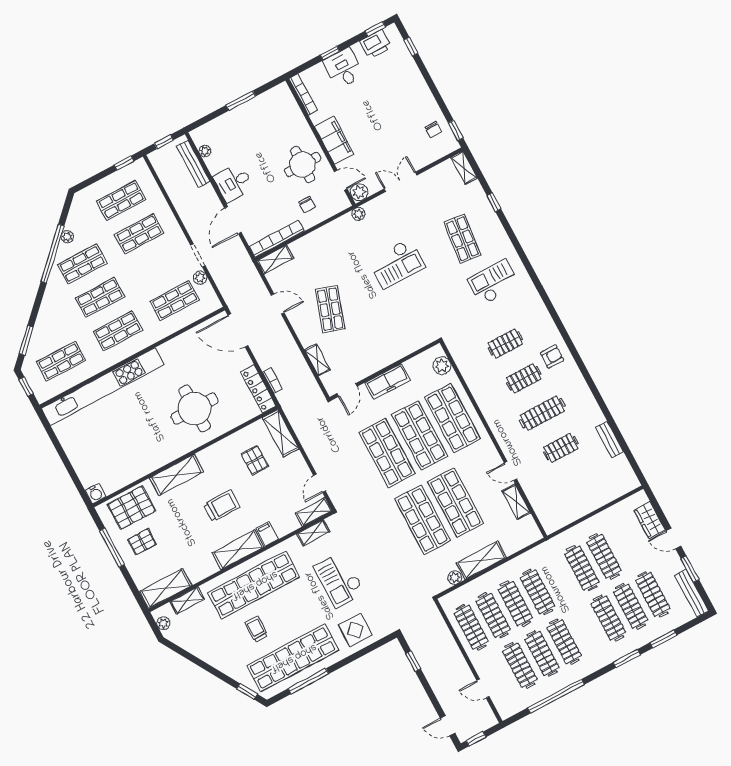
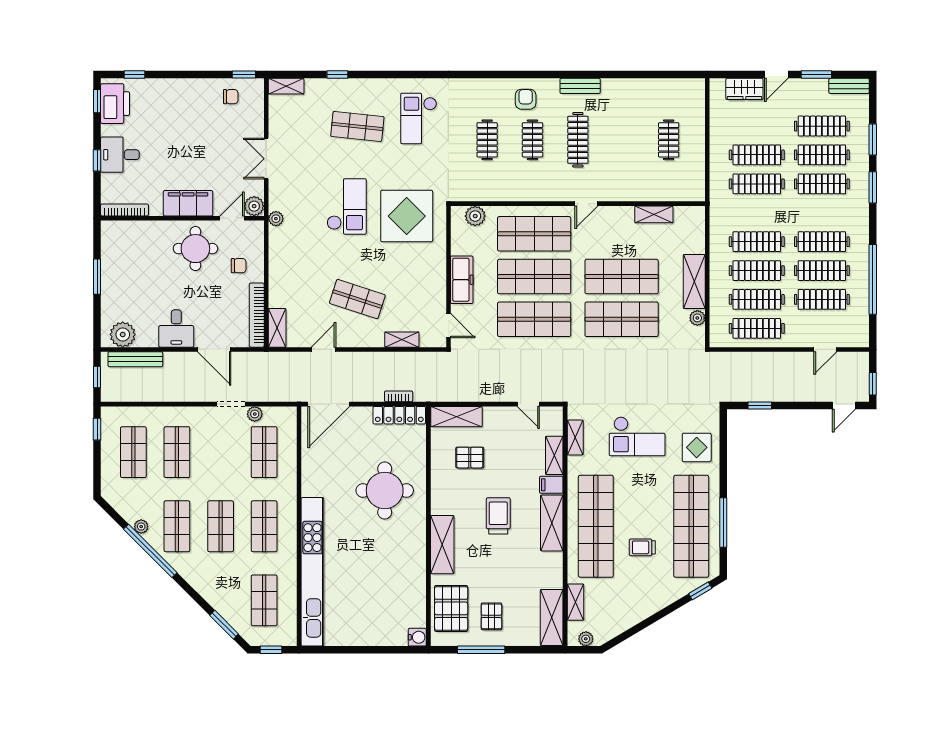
printer: (376, 44) -> (115, 104), width x1.37, depth x1.19
plant: (205, 151) -> (123, 334), width x1.88, depth x1.88
display table: (414, 313) -> (407, 216), added
bench: (610, 440) -> (580, 86), moved
clothes rail: (561, 448) -> (669, 140), moved
door: (510, 471) -> (586, 204), moved
shelving: (314, 512) -> (554, 455), moved
bench: (692, 593) -> (849, 86), width x0.73

